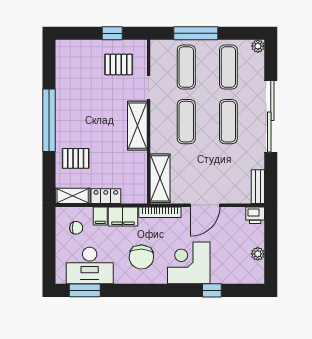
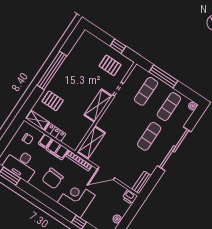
exercise mat: (186, 122) -> (126, 121), removed

